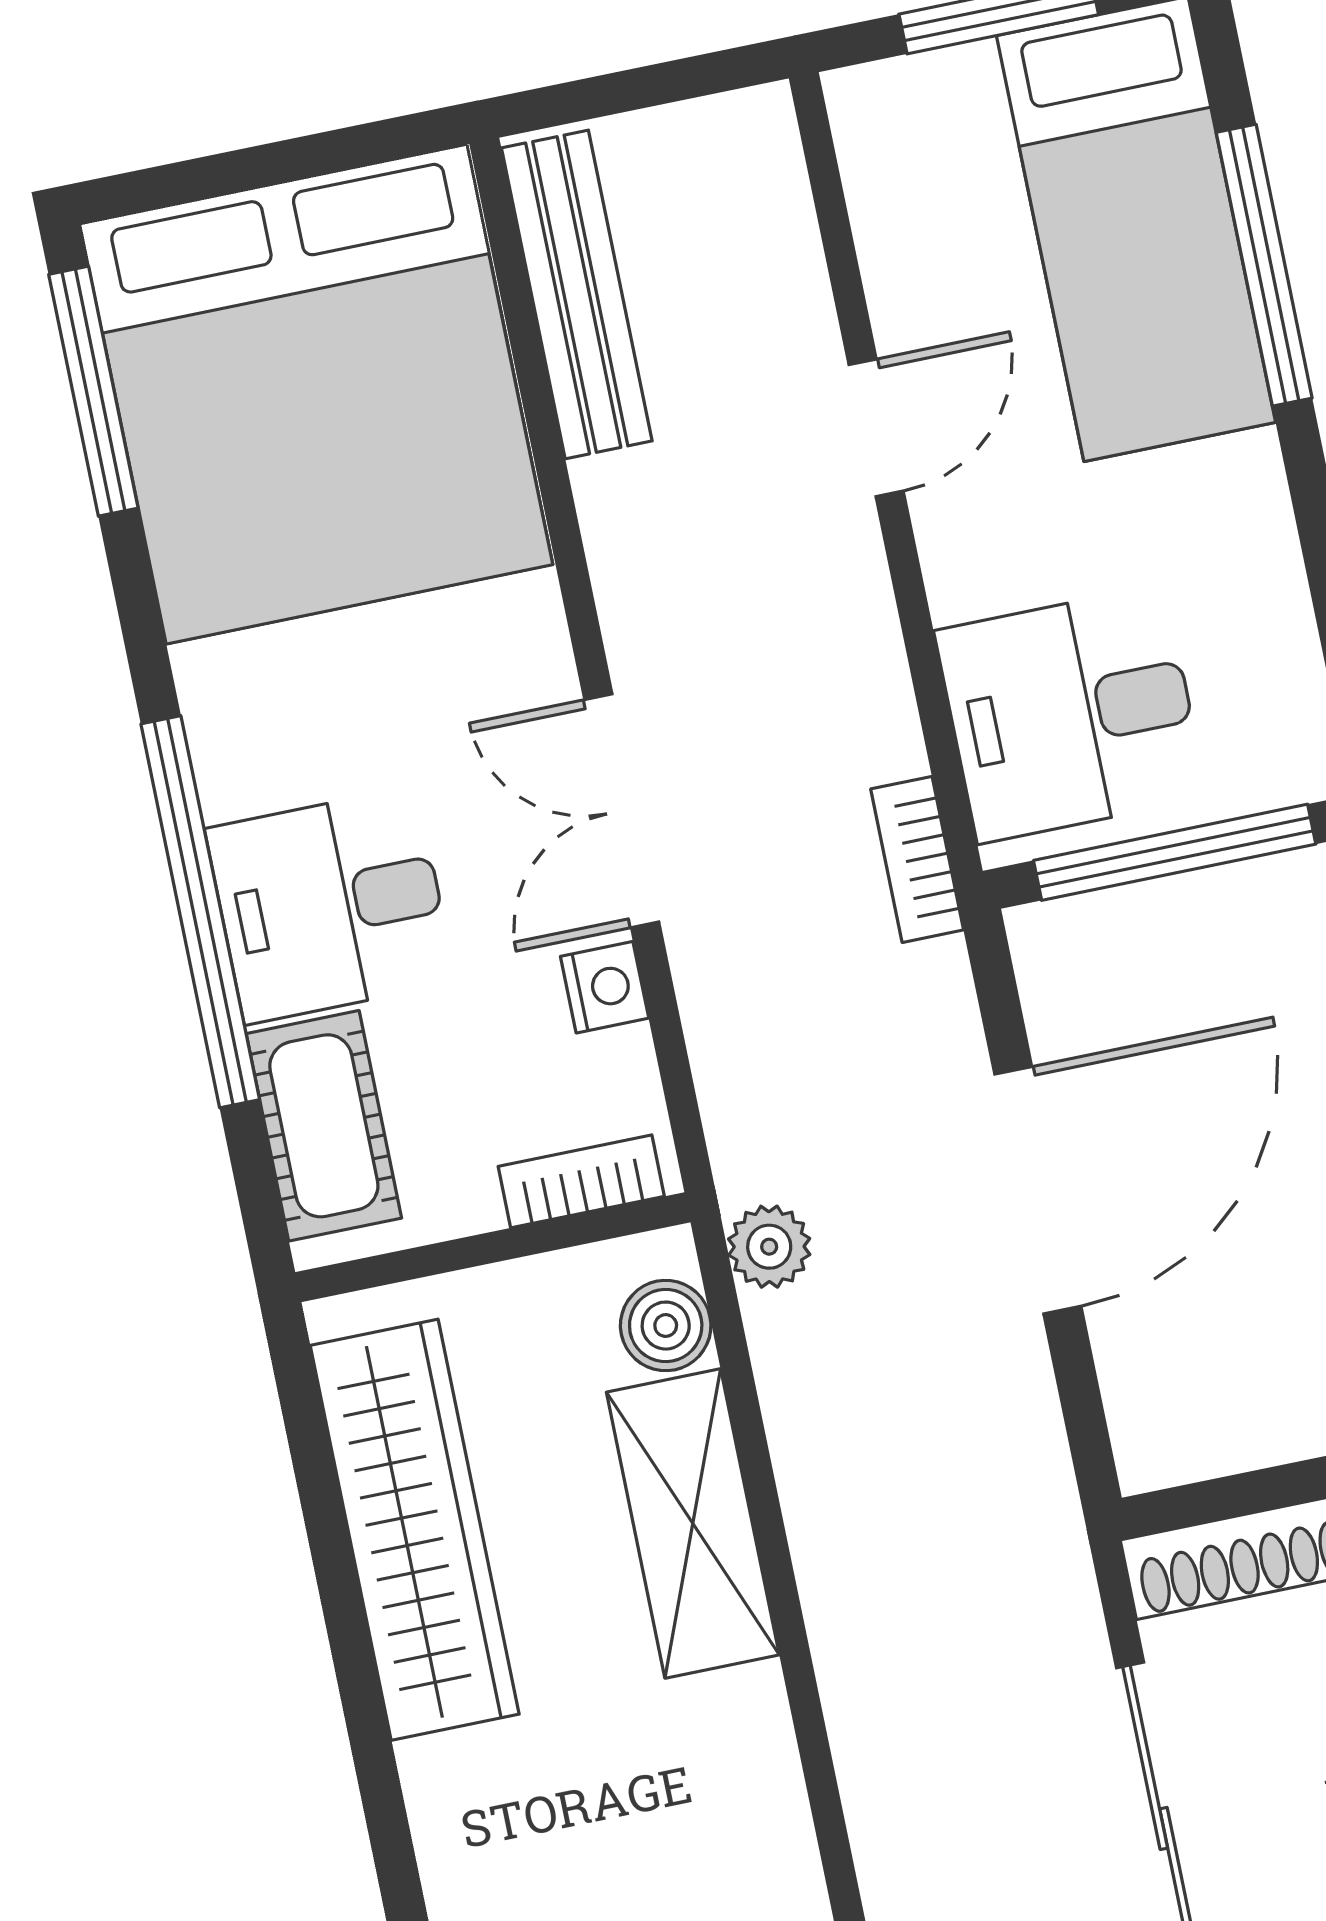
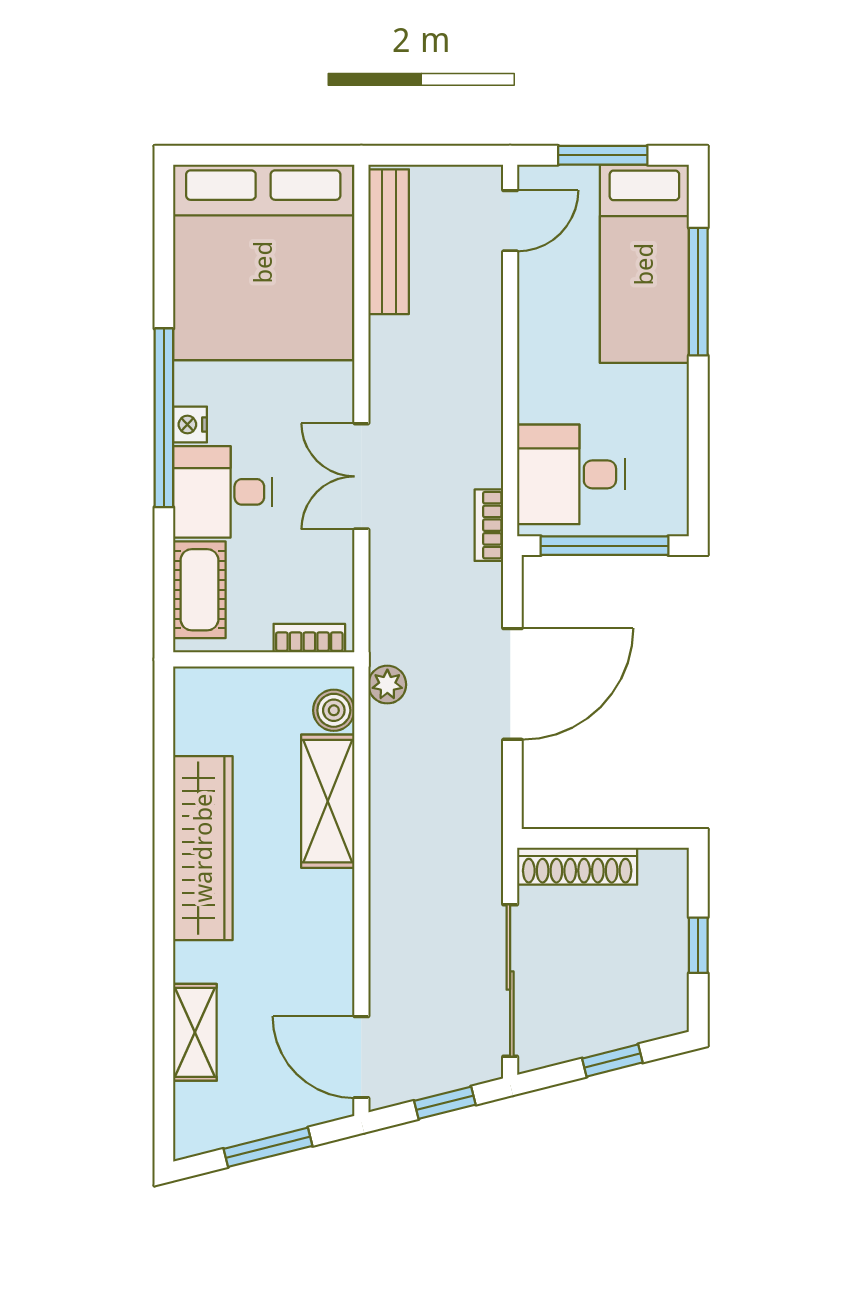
window: (93, 391) -> (164, 241), removed
door: (876, 428) -> (510, 221), moved
window: (200, 912) -> (164, 418), moved
nightstand: (605, 987) -> (190, 425), moved, turned 180
wardrobe: (415, 1530) -> (203, 848), moved

